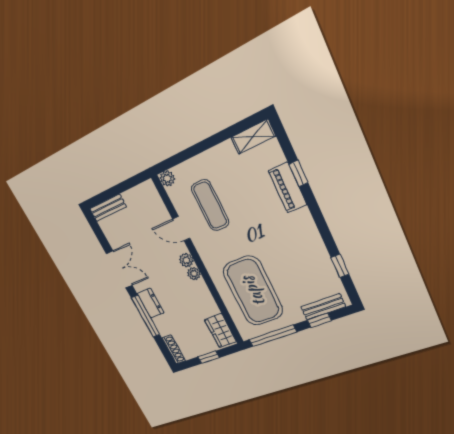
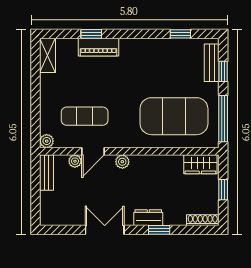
bench: (108, 208) -> (47, 172), moved
plant: (194, 274) -> (75, 161), moved
window: (146, 316) -> (159, 230), width x0.46

